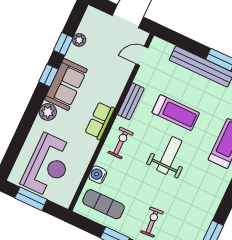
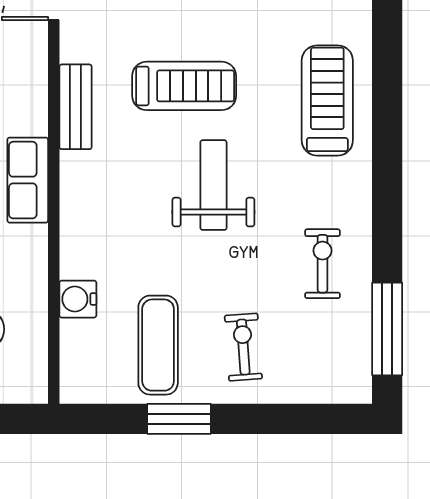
exercise bike: (121, 143) -> (323, 264), moved
exercise mat: (104, 204) -> (158, 345), moved, turned 90

